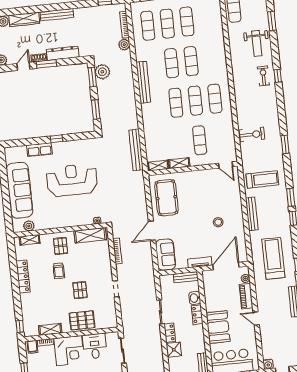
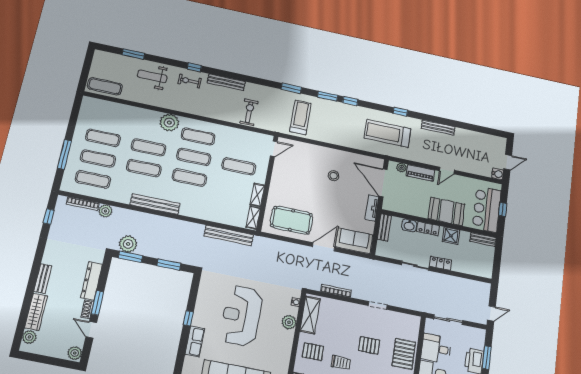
bench: (57, 15) -> (43, 279), width x0.73
weight bench: (257, 43) -> (152, 76), turned 180
plant: (219, 71) -> (169, 123), added
window: (285, 144) -> (291, 88), moved
bench: (252, 214) -> (226, 82), moved
plant: (79, 220) -> (289, 322), added
door: (152, 231) -> (324, 247), swing flipped
shower: (174, 350) -> (451, 236), moved

